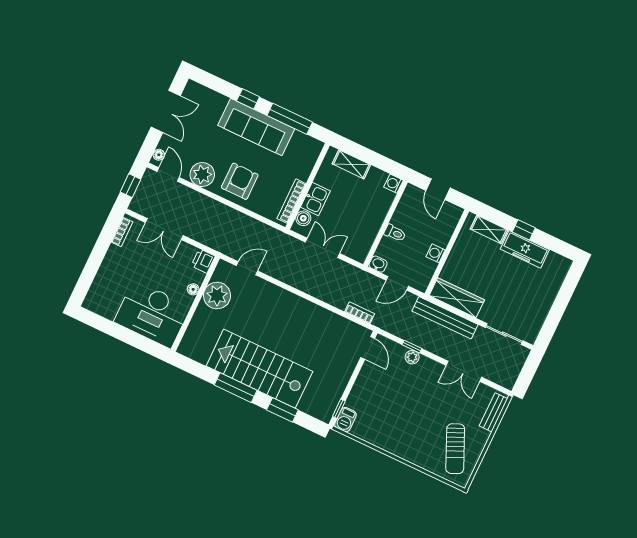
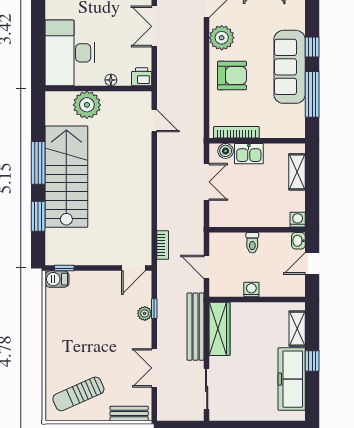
freezer: (525, 249) -> (292, 379), width x1.36, depth x1.26
washbasin: (378, 264) -> (298, 241), moved, turned 180
plant: (217, 296) -> (87, 105), moved

